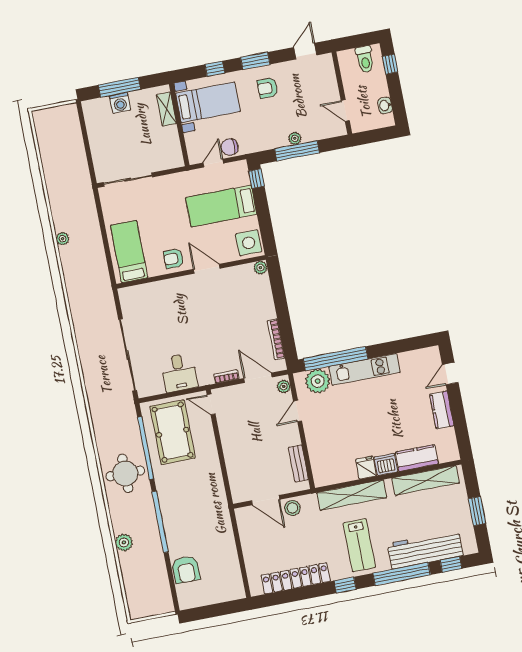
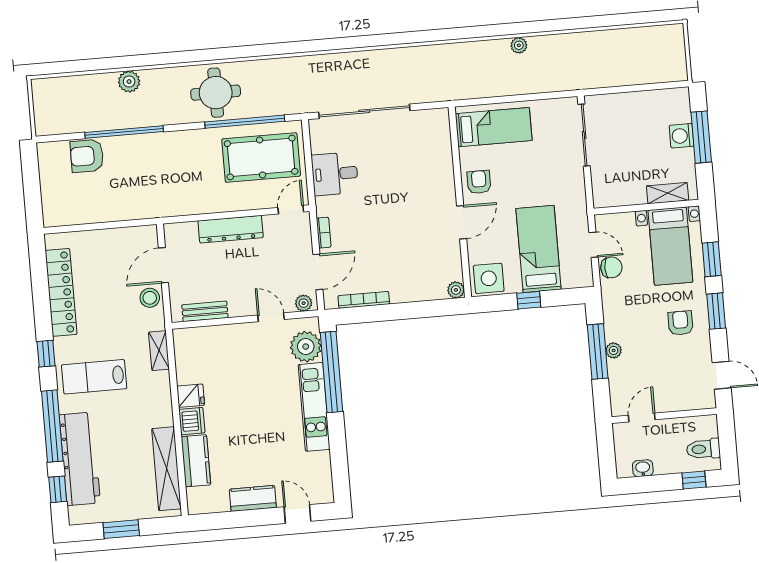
window: (215, 69) -> (712, 259), width x1.50
chair: (230, 147) -> (611, 267), turned 90
window: (256, 179) -> (529, 300), moved
dresser: (232, 450) -> (231, 229), added
shelving: (352, 495) -> (159, 351), width x0.45, depth x0.75
window: (160, 522) -> (124, 132), moved

